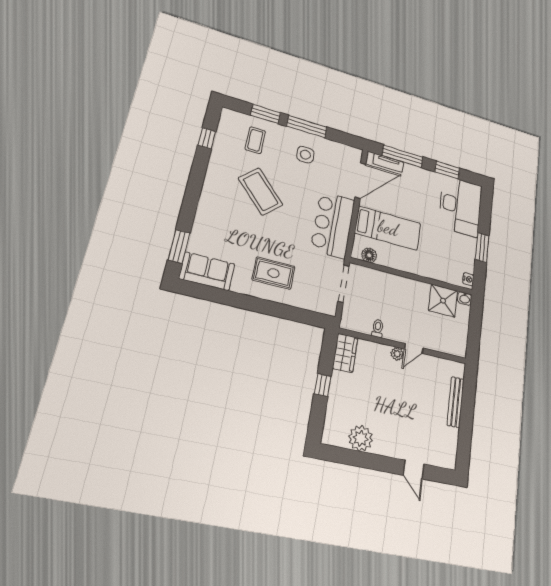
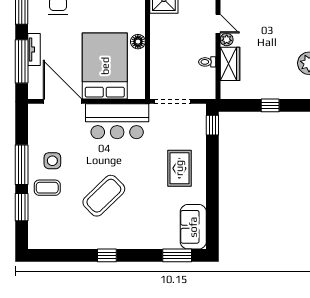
window: (207, 138) -> (107, 255), moved
coffee table: (255, 140) -> (47, 188), moved
tv unit: (388, 163) -> (34, 49), moved
bed: (388, 228) -> (105, 66), width x1.50
floor lamp: (369, 255) -> (138, 42), moved
window: (312, 318) -> (212, 125), added
wardrobe: (345, 353) -> (230, 64), moved, turned 90

